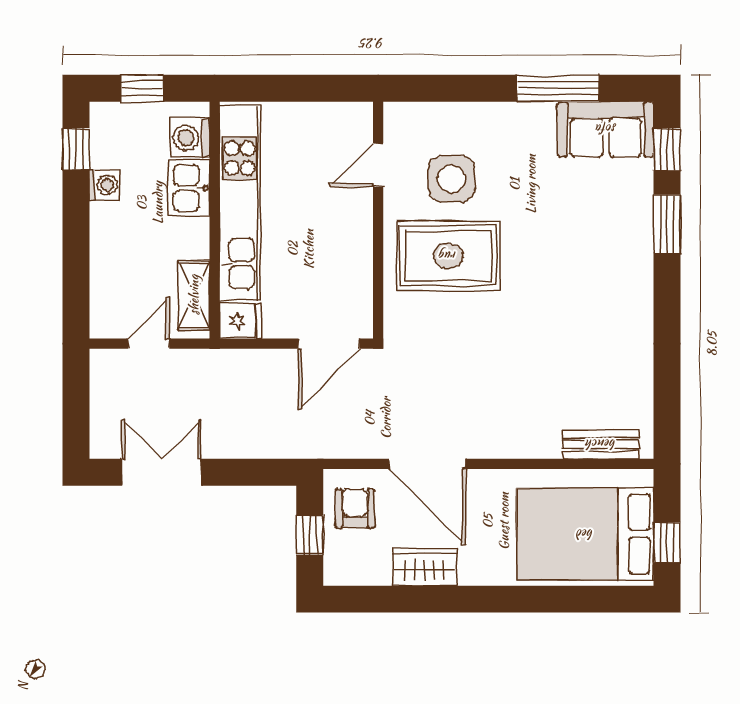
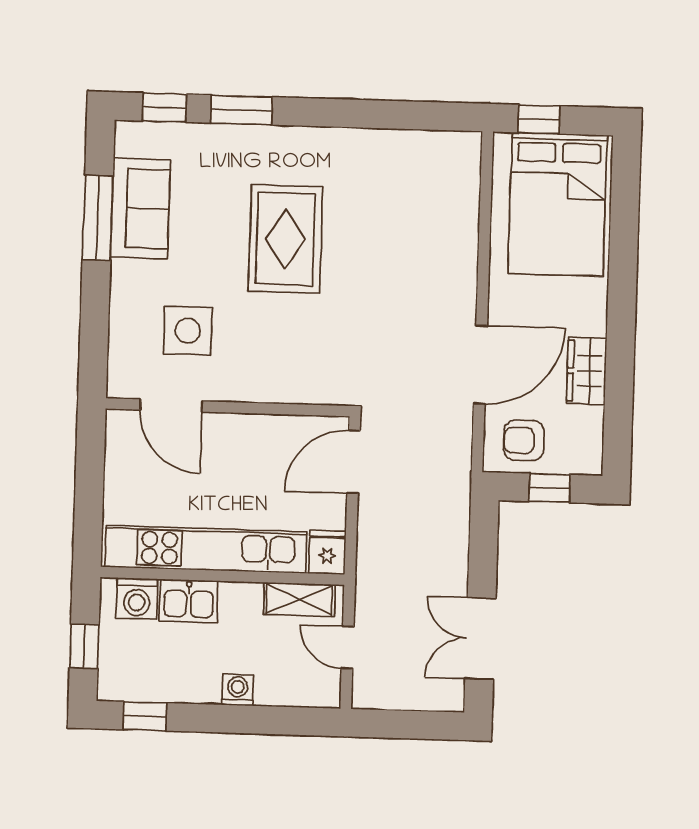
sofa: (606, 129) -> (140, 208), moved
door: (378, 165) -> (171, 406), width x1.38
washing machine: (104, 185) -> (238, 690), moved
rug: (448, 256) -> (285, 239), moved
door: (329, 344) -> (353, 462), swing flipped
bench: (601, 444) -> (466, 185), removed
window: (667, 542) -> (539, 119), moved

